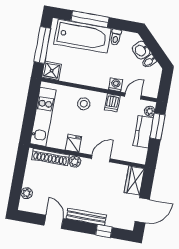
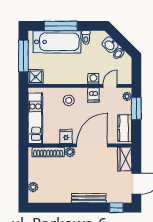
kitchen counter: (143, 132) -> (125, 128), moved
door: (101, 159) -> (92, 145), width x1.88
door: (54, 222) -> (61, 208), removed
window: (104, 231) -> (116, 208), moved

